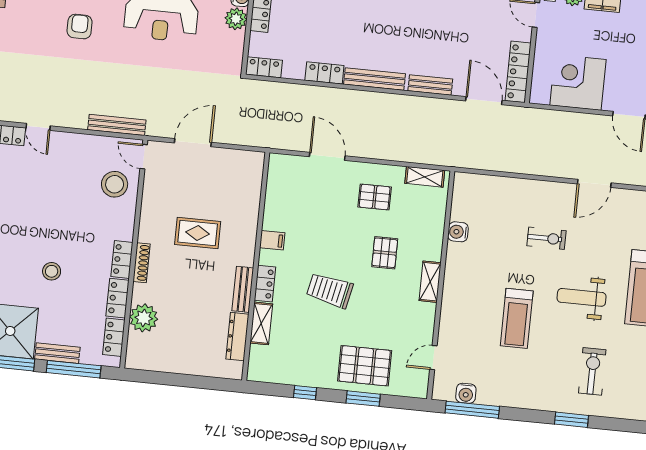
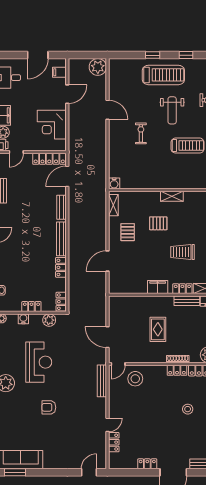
plant: (236, 19) -> (49, 320), moved
water cooler: (458, 232) -> (114, 183), moved
filing cabinet: (272, 240) -> (158, 287), width x2.00
trolley: (330, 290) -> (183, 252), turned 78

